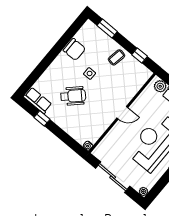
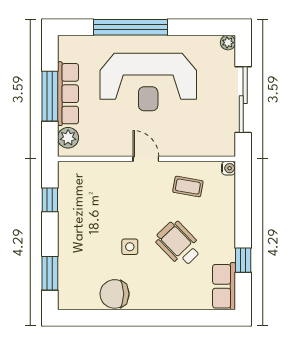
chair: (74, 49) -> (115, 294), turned -90
coffee table: (117, 57) -> (188, 187), moved

